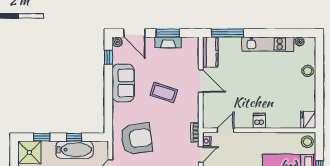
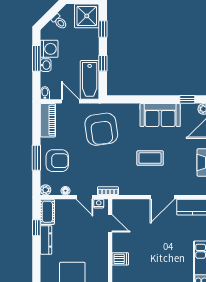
coffee table: (164, 93) -> (150, 158), turned 72
bathtub: (74, 150) -> (90, 80), moved

